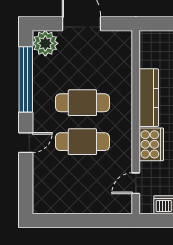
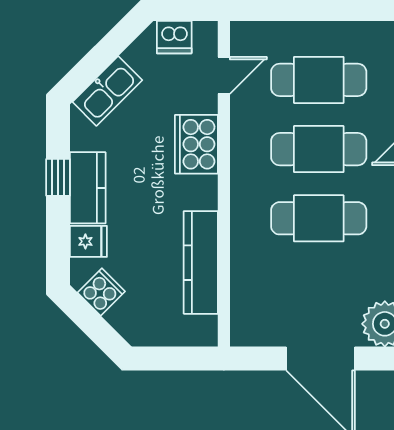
kitchen counter: (149, 98) -> (201, 262), moved
cafe table: (82, 181) -> (319, 80), added

